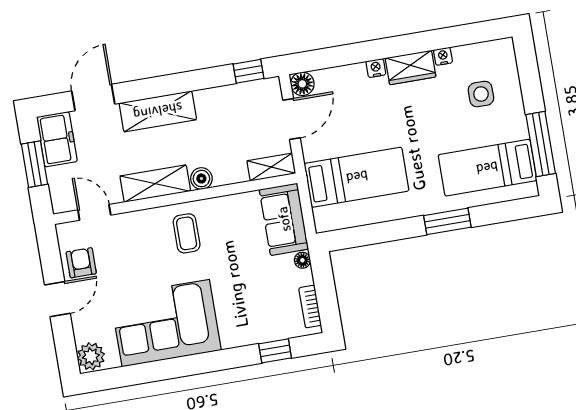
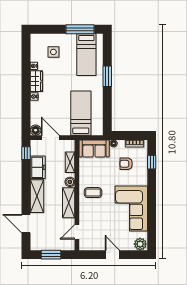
freezer: (57, 139) -> (38, 167), moved, turned 90
shelving: (271, 167) -> (70, 162), moved
armchair: (81, 263) -> (126, 164), moved

